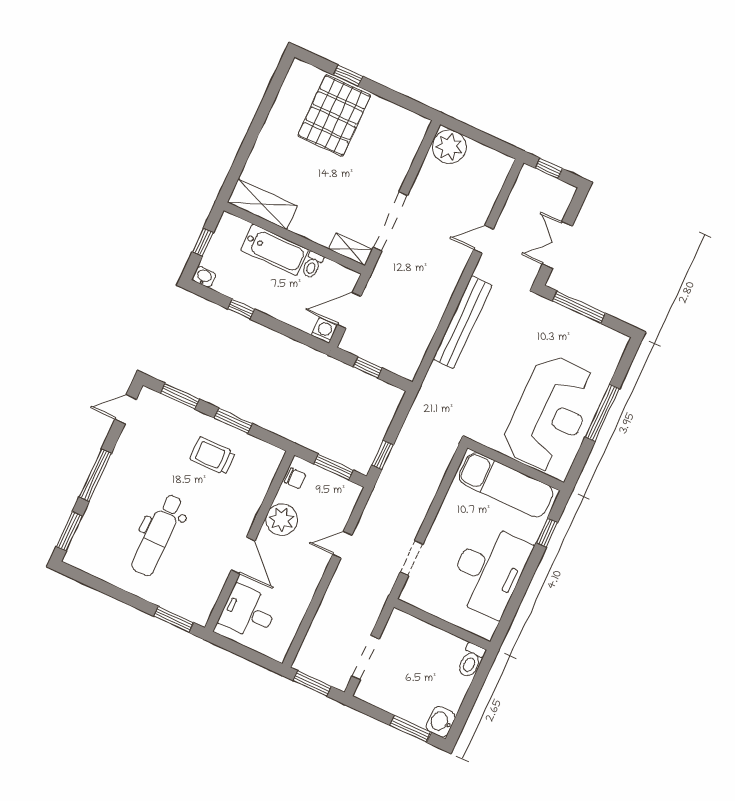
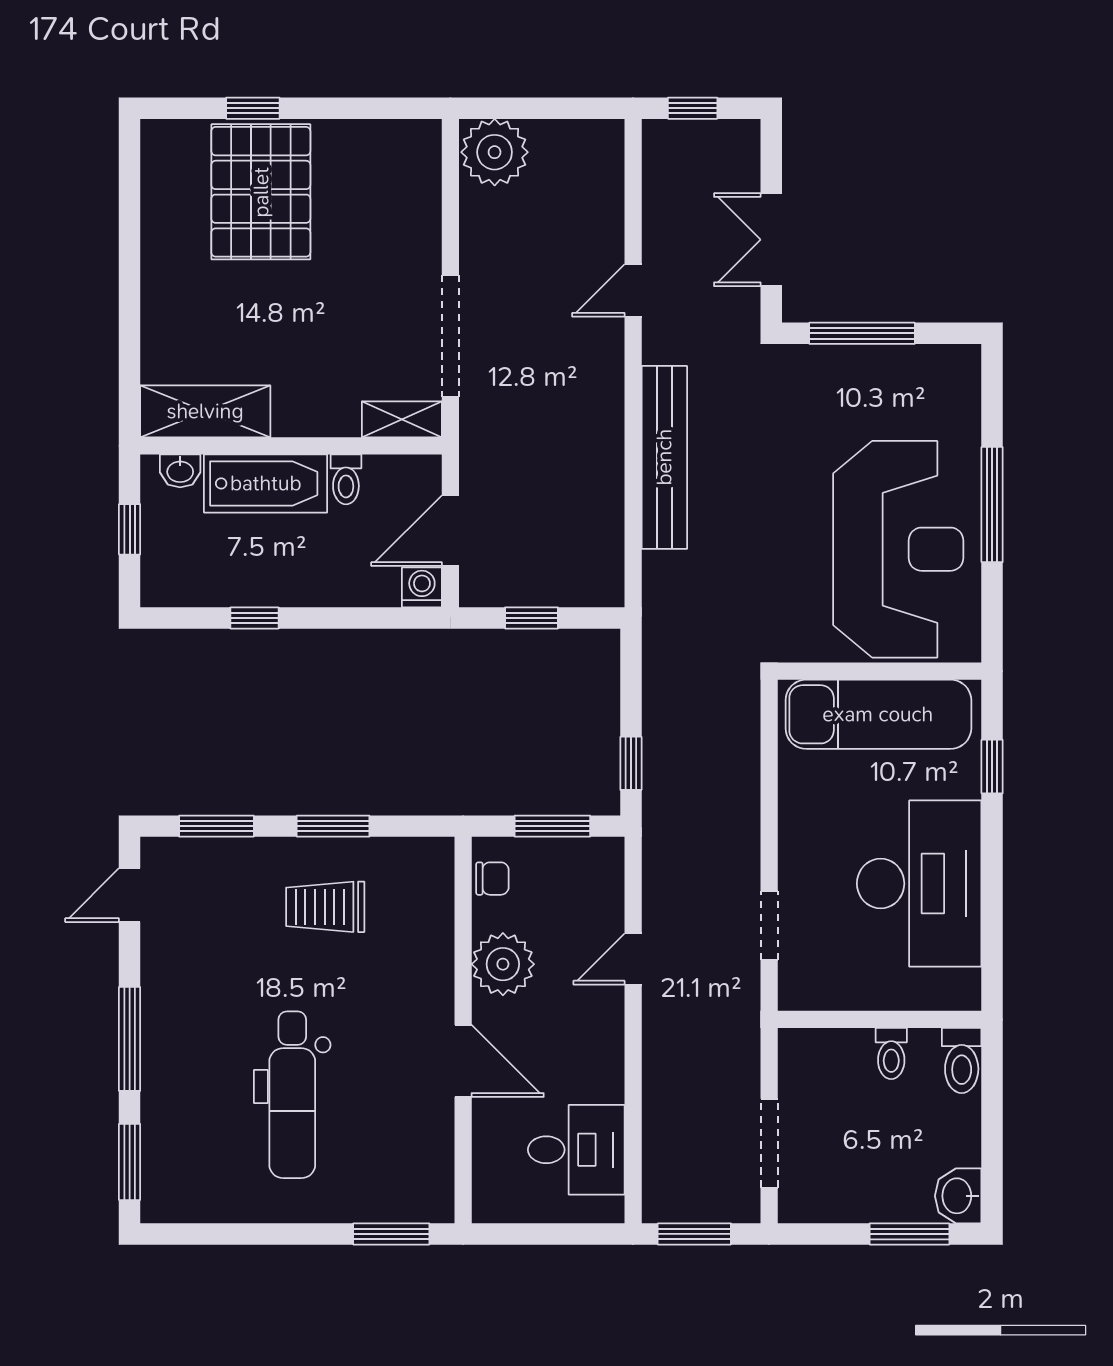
washbasin: (204, 277) -> (180, 471), moved, turned 180
desk: (248, 612) -> (576, 1150), moved, turned 180
toilet: (440, 642) -> (891, 1054), added

